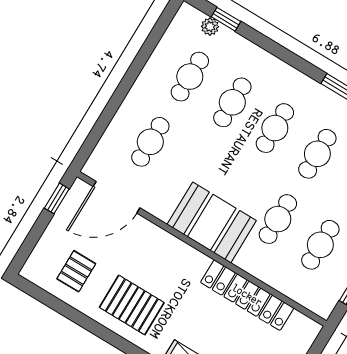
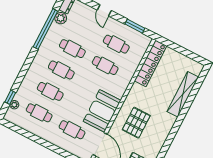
booth: (212, 222) -> (102, 111), moved
locker: (247, 295) -> (151, 63), moved
pallet: (132, 305) -> (136, 123), moved

